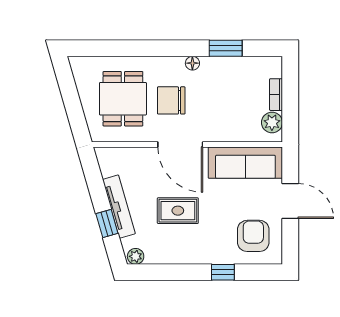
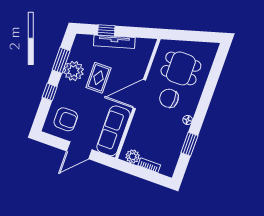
chair: (171, 100) -> (169, 98), turned -88
plant: (136, 256) -> (74, 71), moved, width x1.87, depth x1.87
window: (172, 272) -> (61, 60), added

